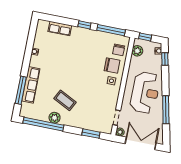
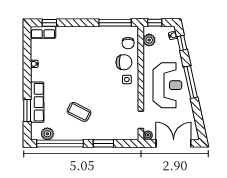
window: (84, 25) -> (49, 23), moved
row of seats: (60, 28) -> (43, 32), moved
window: (21, 90) -> (27, 111), width x0.69
window: (166, 110) -> (191, 82), moved
plant: (55, 118) -> (47, 134), moved
window: (91, 134) -> (103, 143), moved

